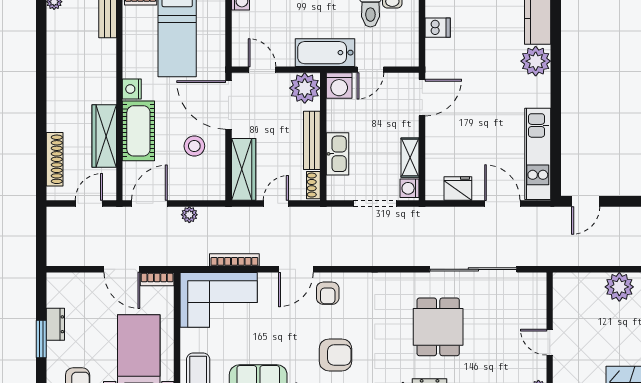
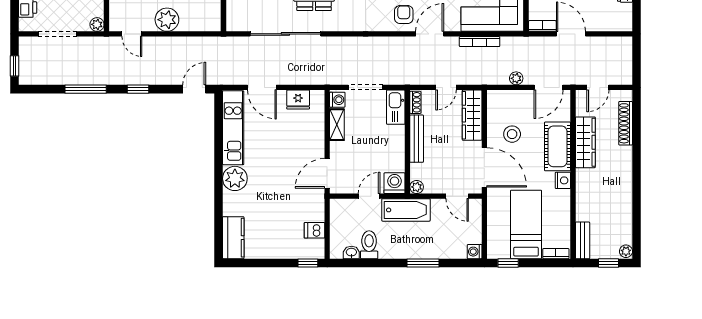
plant: (536, 61) -> (235, 178), moved
plant: (305, 88) -> (417, 187), width x0.53, depth x0.53
kitchen sink: (337, 154) -> (396, 107), moved

